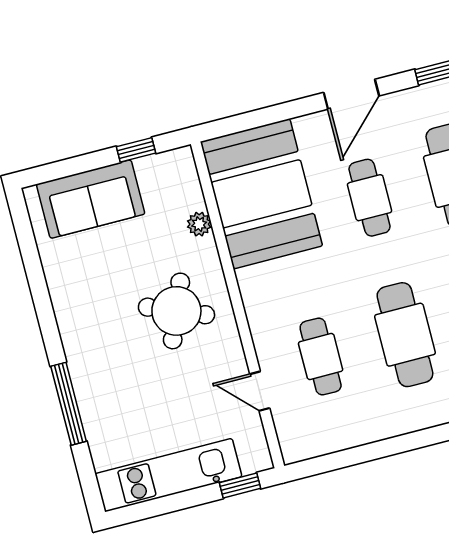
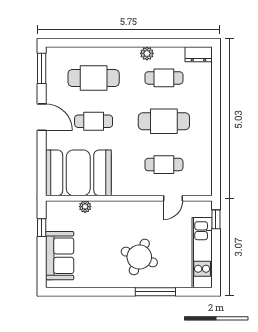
round table: (176, 311) -> (139, 257), moved

